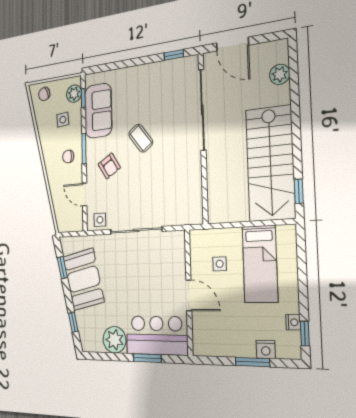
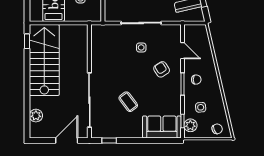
door: (232, 44) -> (67, 140), hinge flipped
sofa: (98, 111) -> (162, 127), moved, turned 90
coffee table: (141, 138) -> (128, 102), moved
side table: (100, 220) -> (141, 47), moved

